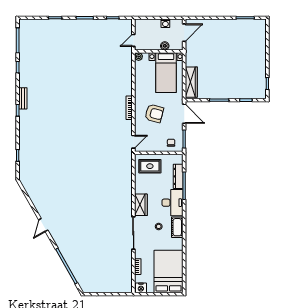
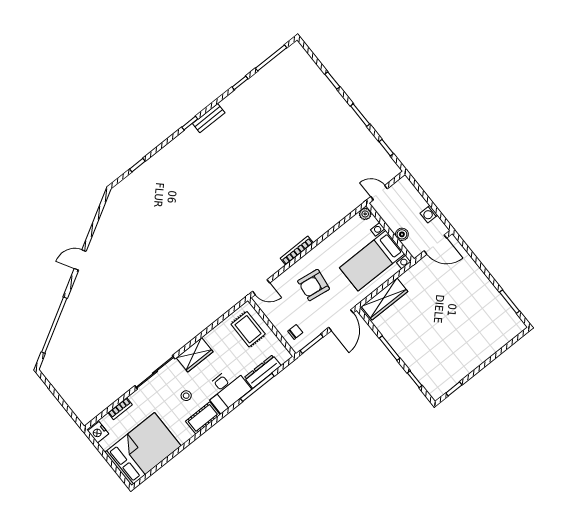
armchair: (154, 113) -> (314, 285), turned 83

